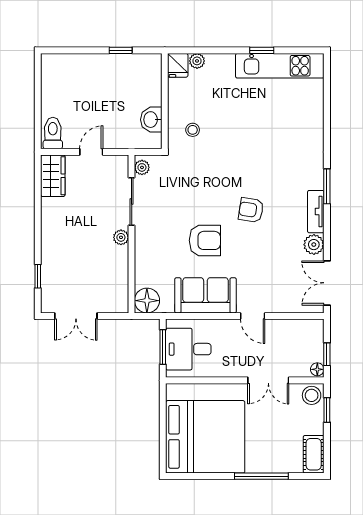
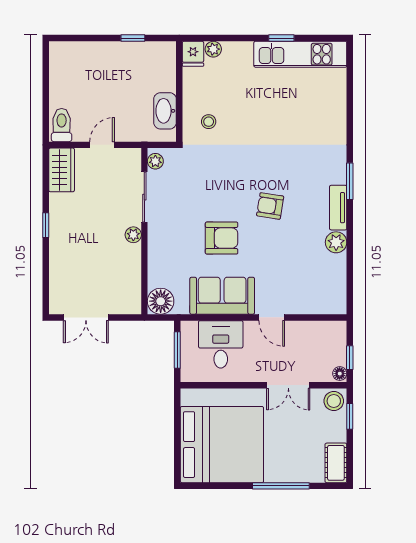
washbasin: (151, 120) -> (165, 111), width x1.38
window: (38, 276) -> (46, 225), moved
double door: (327, 283) -> (350, 283), removed
desk: (188, 349) -> (221, 344), moved, turned 90

